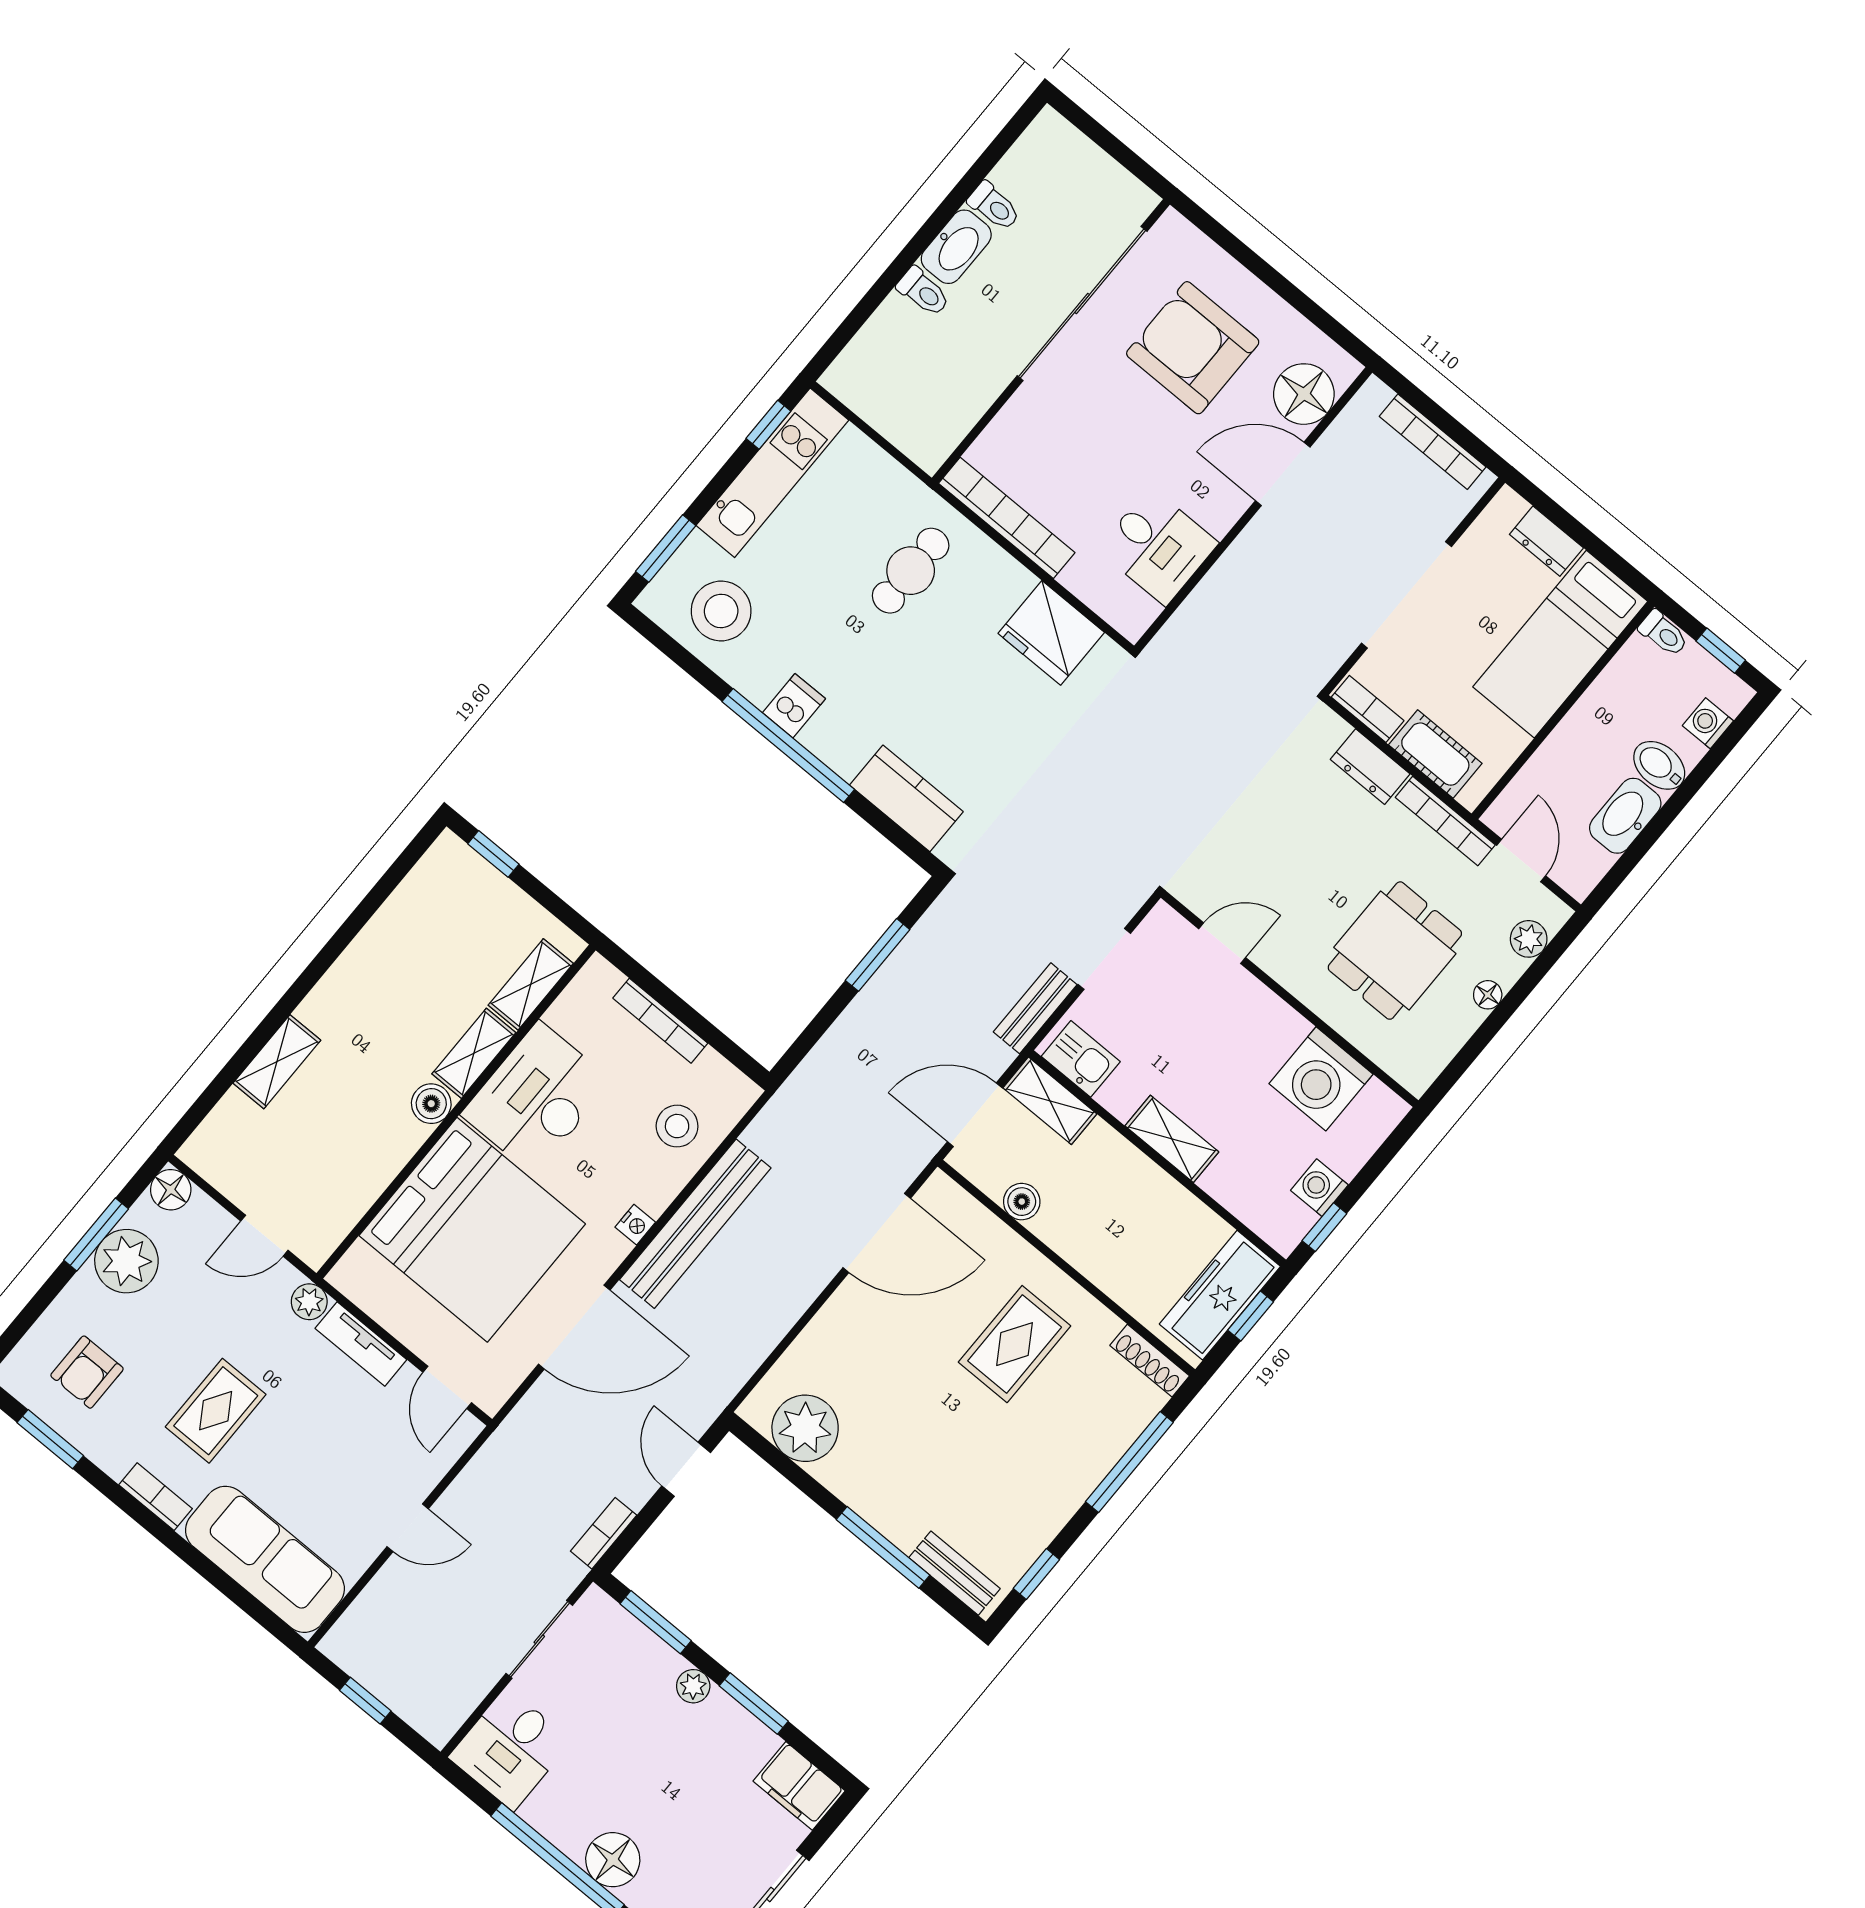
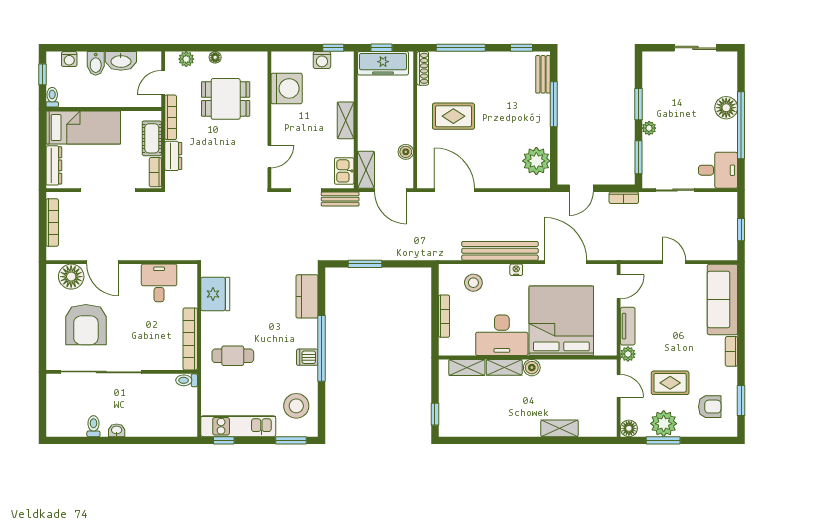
washbasin: (956, 247) -> (117, 430), width x0.52, depth x0.69
toilet: (923, 292) -> (187, 380), moved, turned -90
dresser: (1546, 541) -> (54, 165), width x1.44
door: (1222, 943) -> (269, 156), swing flipped
rug: (216, 1411) -> (670, 383), moved
filing cabinet: (799, 1786) -> (653, 68), removed

